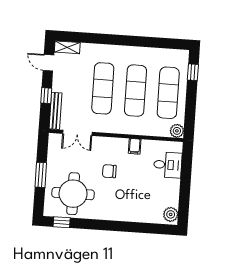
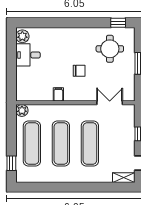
bench: (55, 111) -> (130, 121), removed
desk: (168, 165) -> (28, 55), moved
round table: (73, 194) -> (110, 49), width x0.73, depth x0.73

